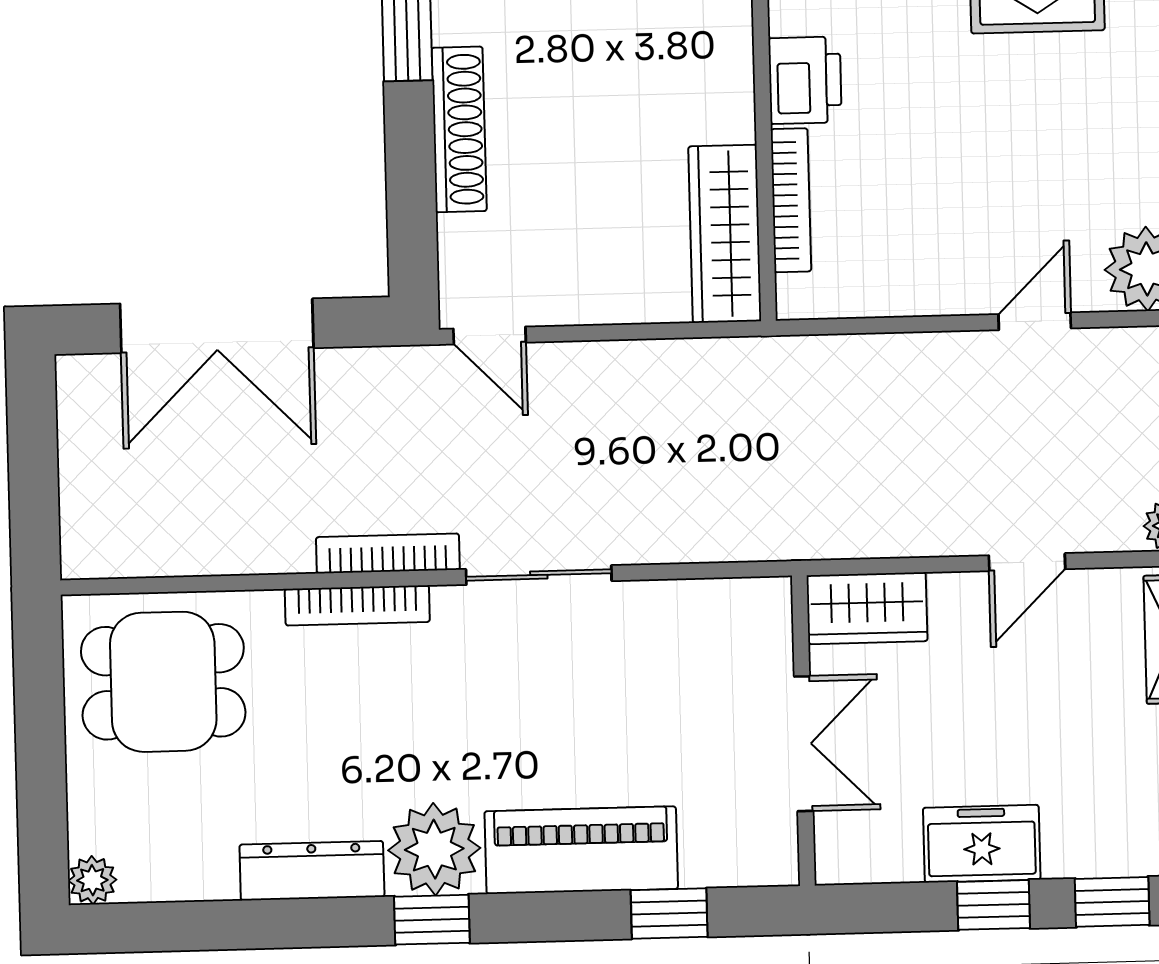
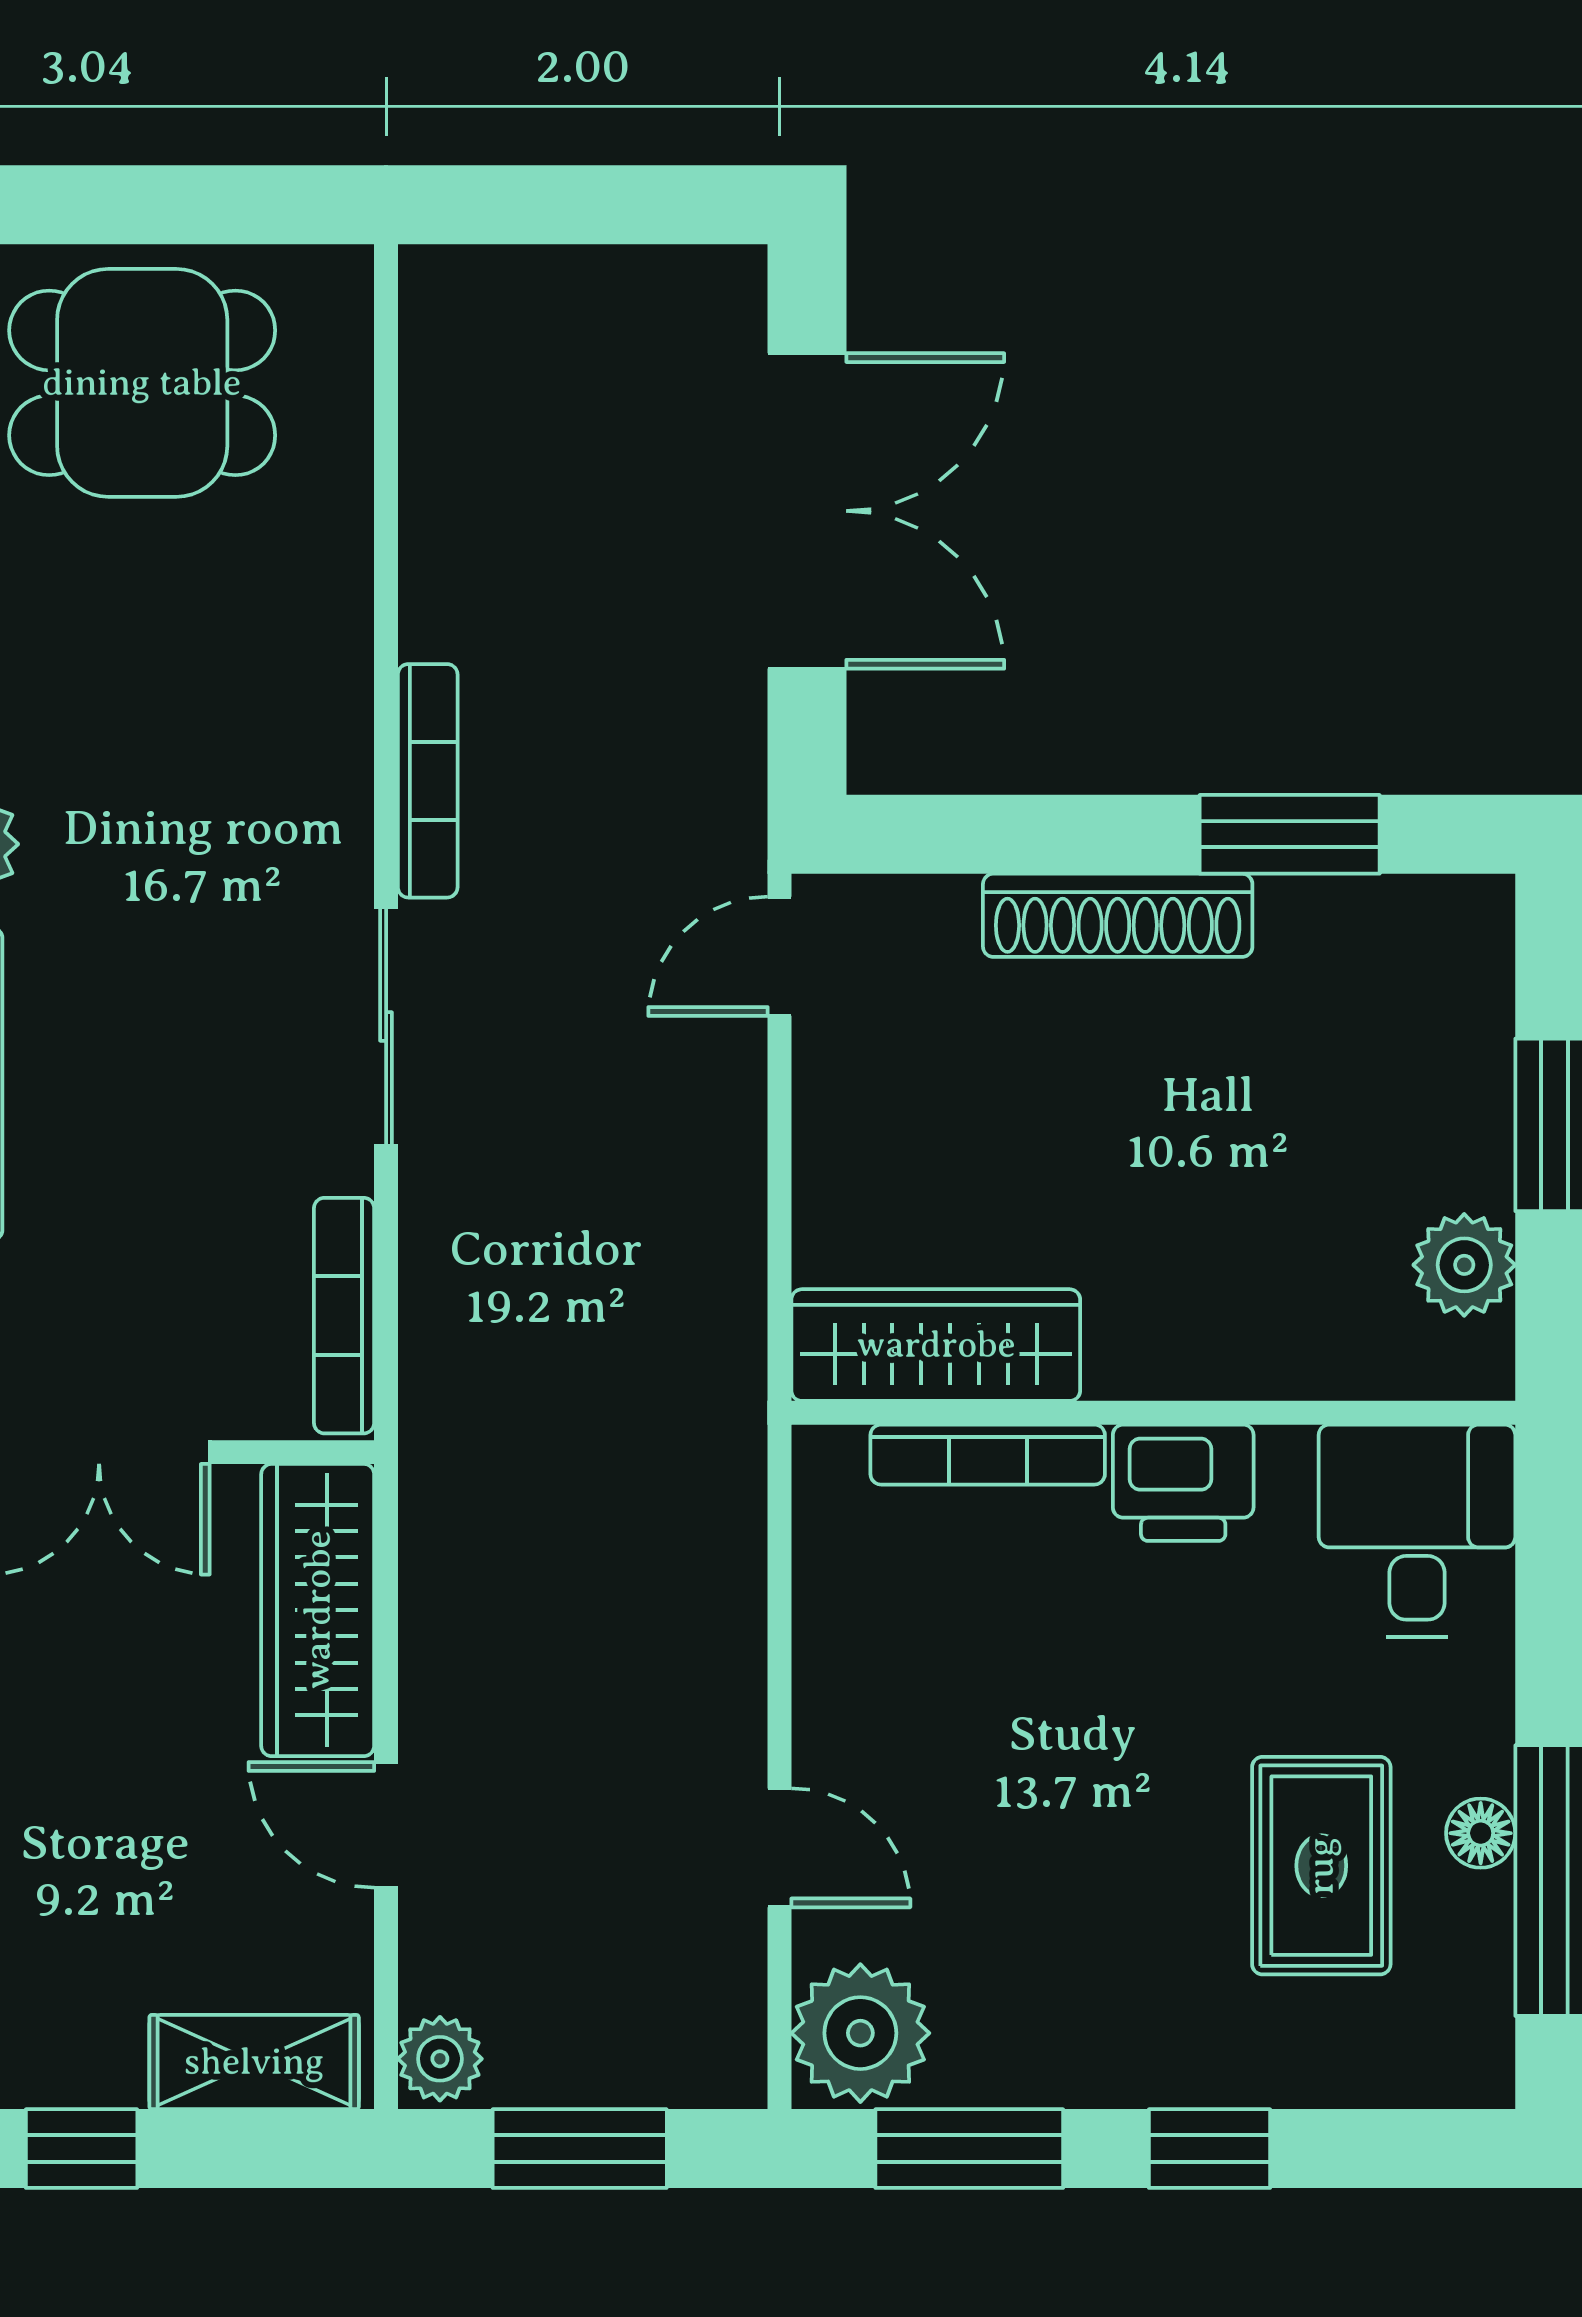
double door: (217, 326) -> (807, 511), swing flipped
bookcase: (357, 605) -> (344, 1316), moved
wardrobe: (867, 608) -> (318, 1610), width x1.50
dining table: (163, 682) -> (142, 383), moved, turned 90

